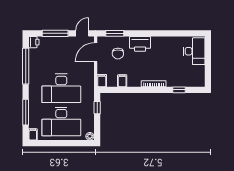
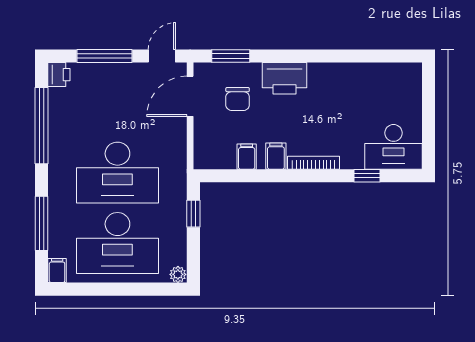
desk: (194, 51) -> (394, 147), moved, turned 90
filing cabinet: (102, 81) -> (276, 156), moved

